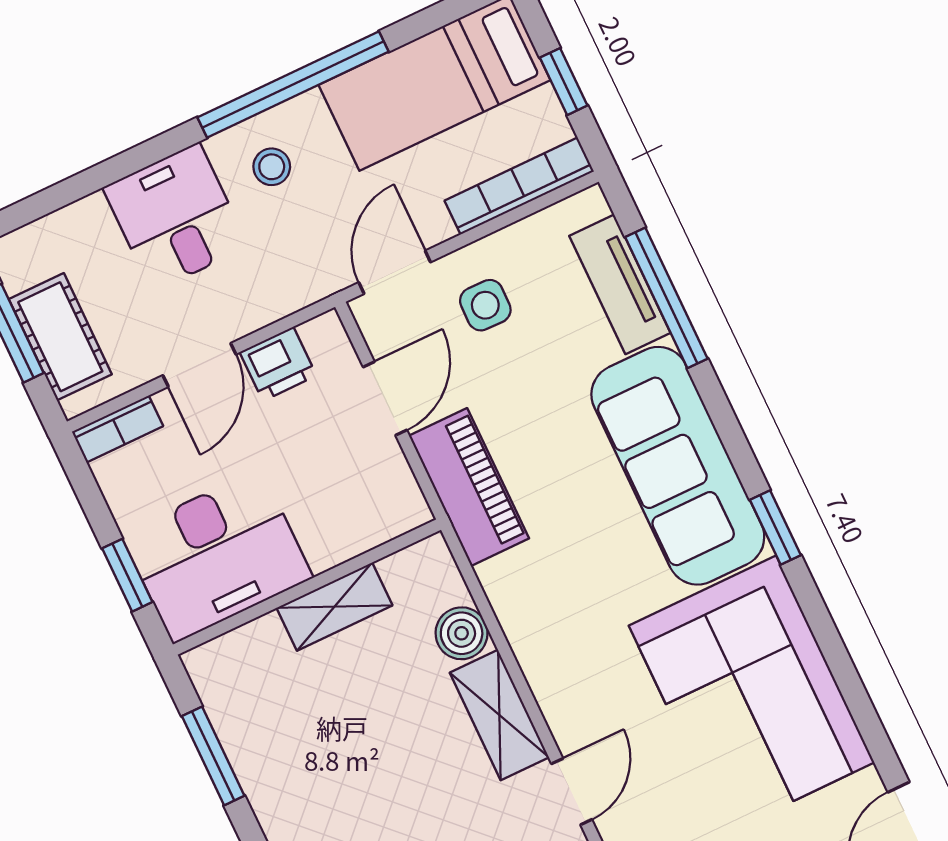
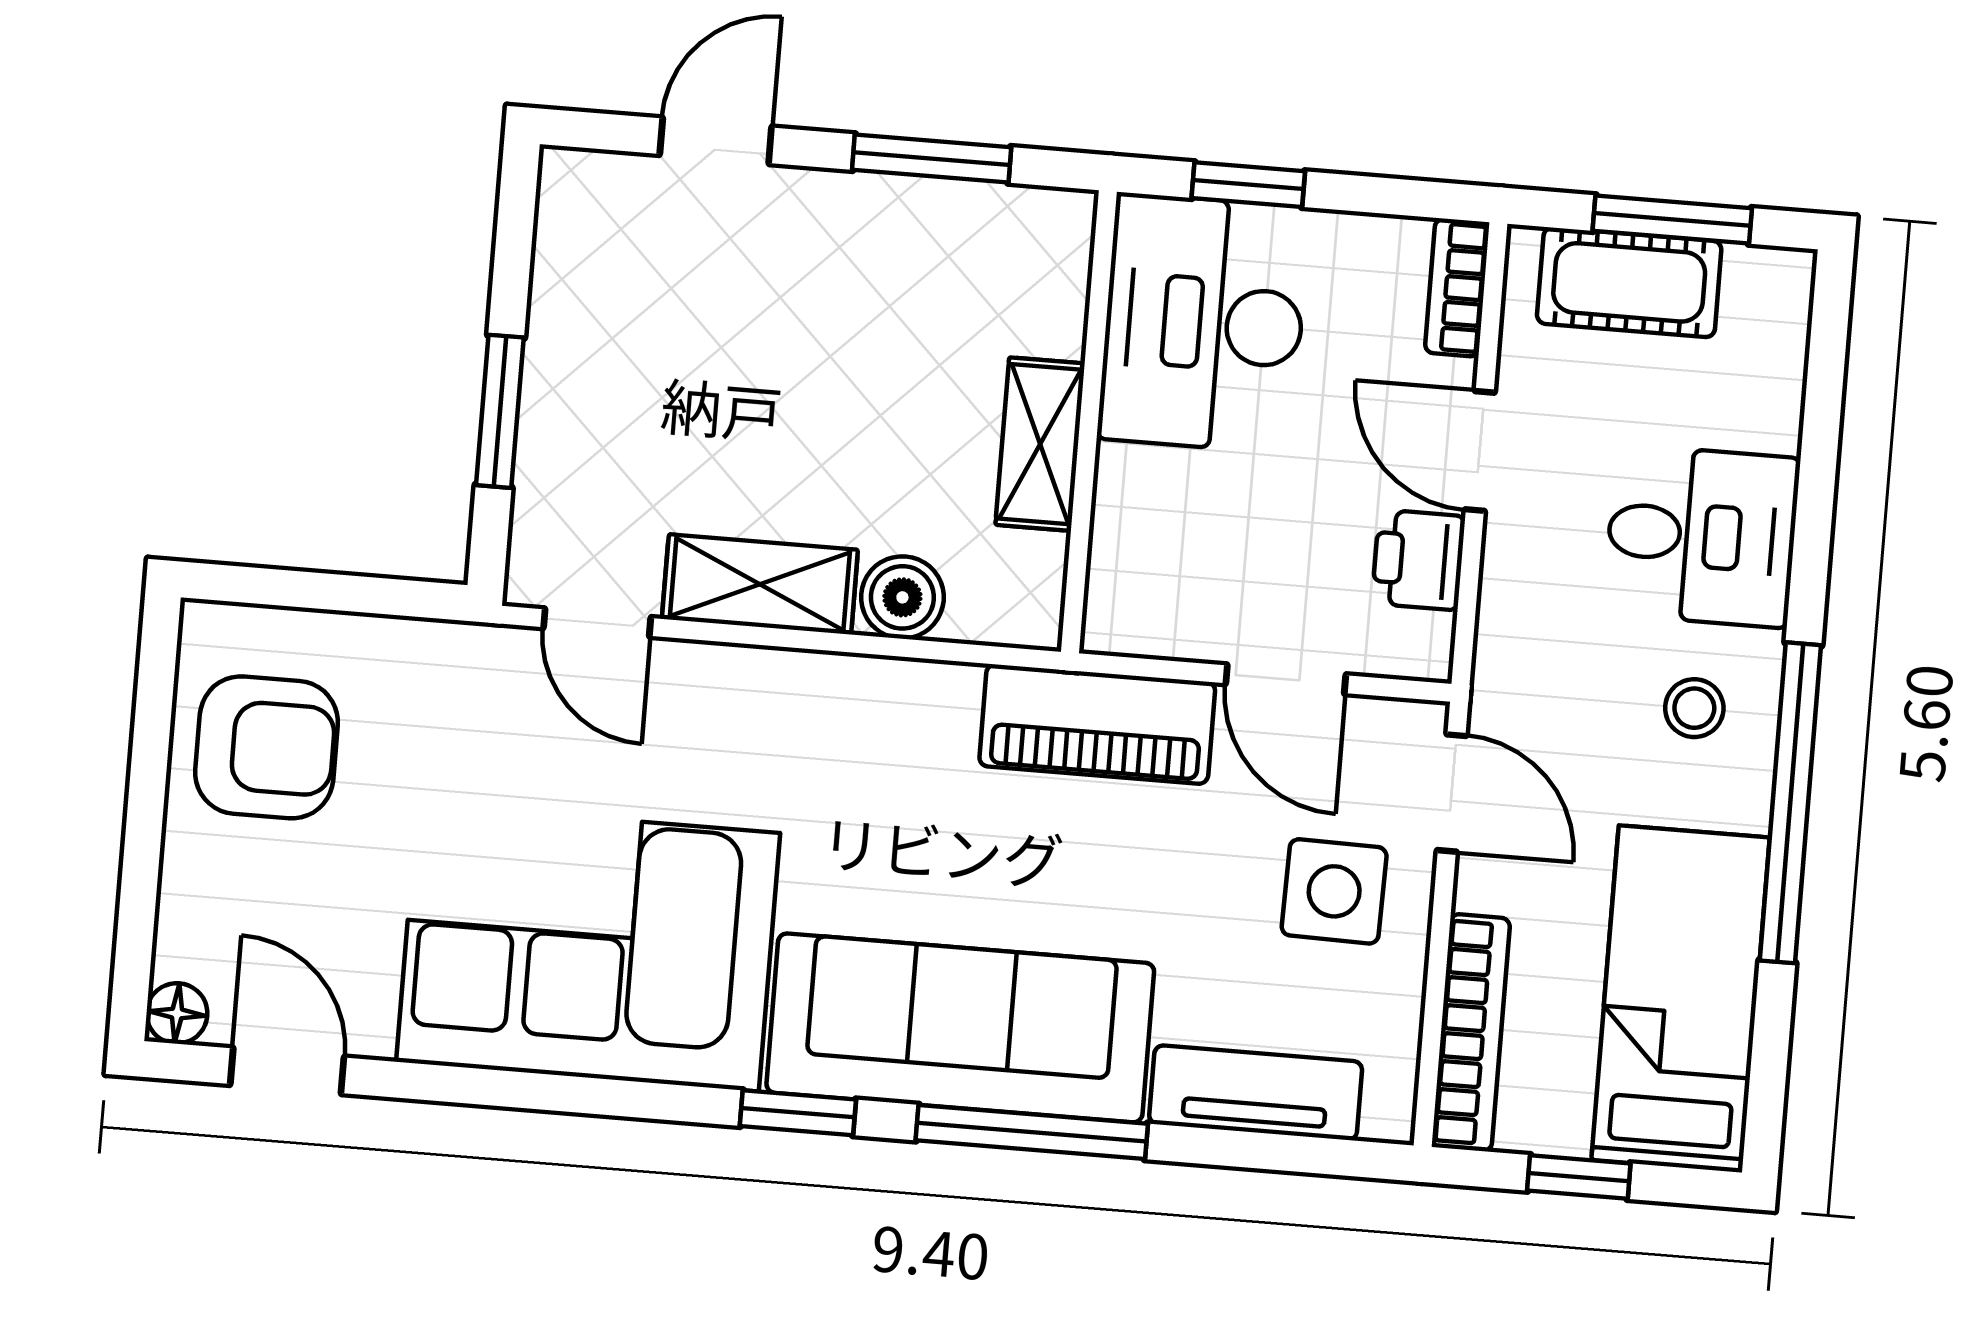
window: (666, 298) -> (1032, 1132), moved
side table: (485, 305) -> (1334, 891), width x1.37, depth x1.37

